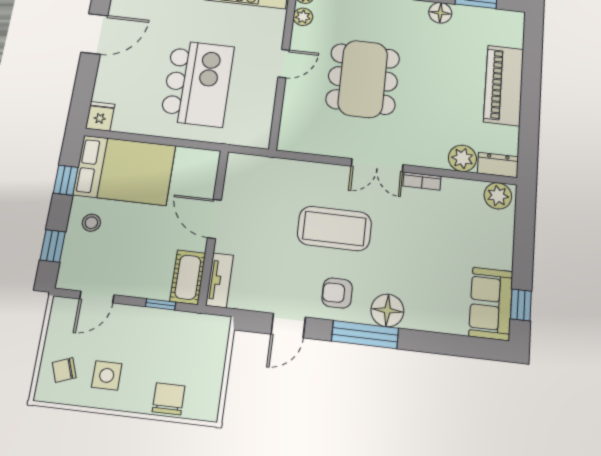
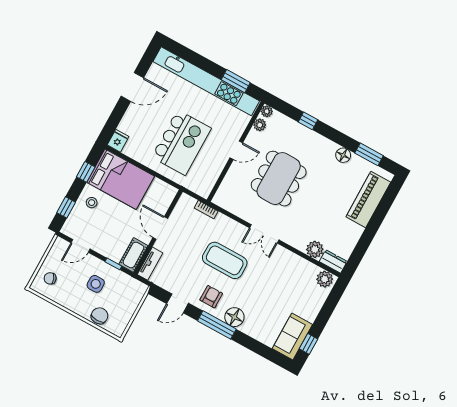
piano: (504, 85) -> (368, 199), moved
bookcase: (422, 181) -> (206, 210), moved
armchair: (337, 293) -> (211, 297), turned 90
side table: (107, 375) -> (96, 284), moved

